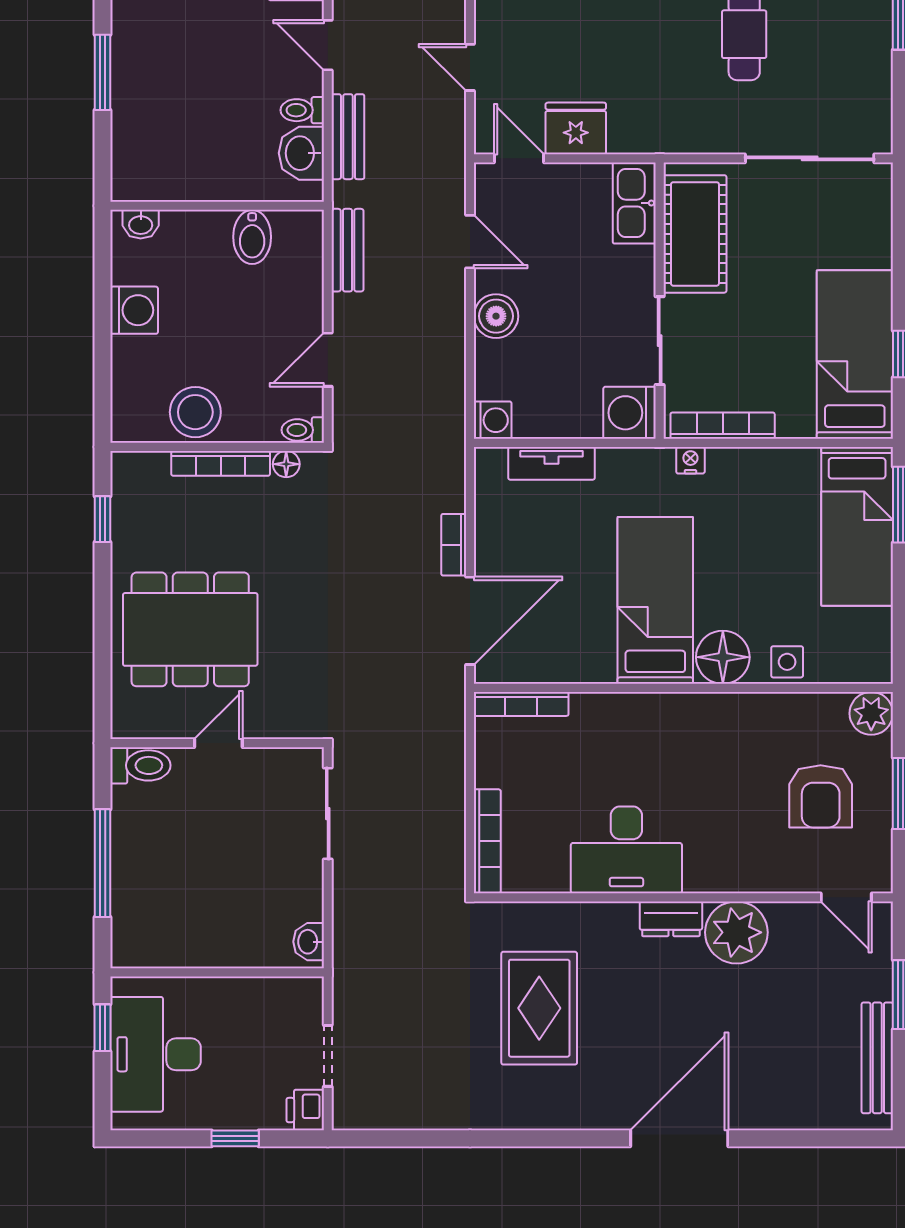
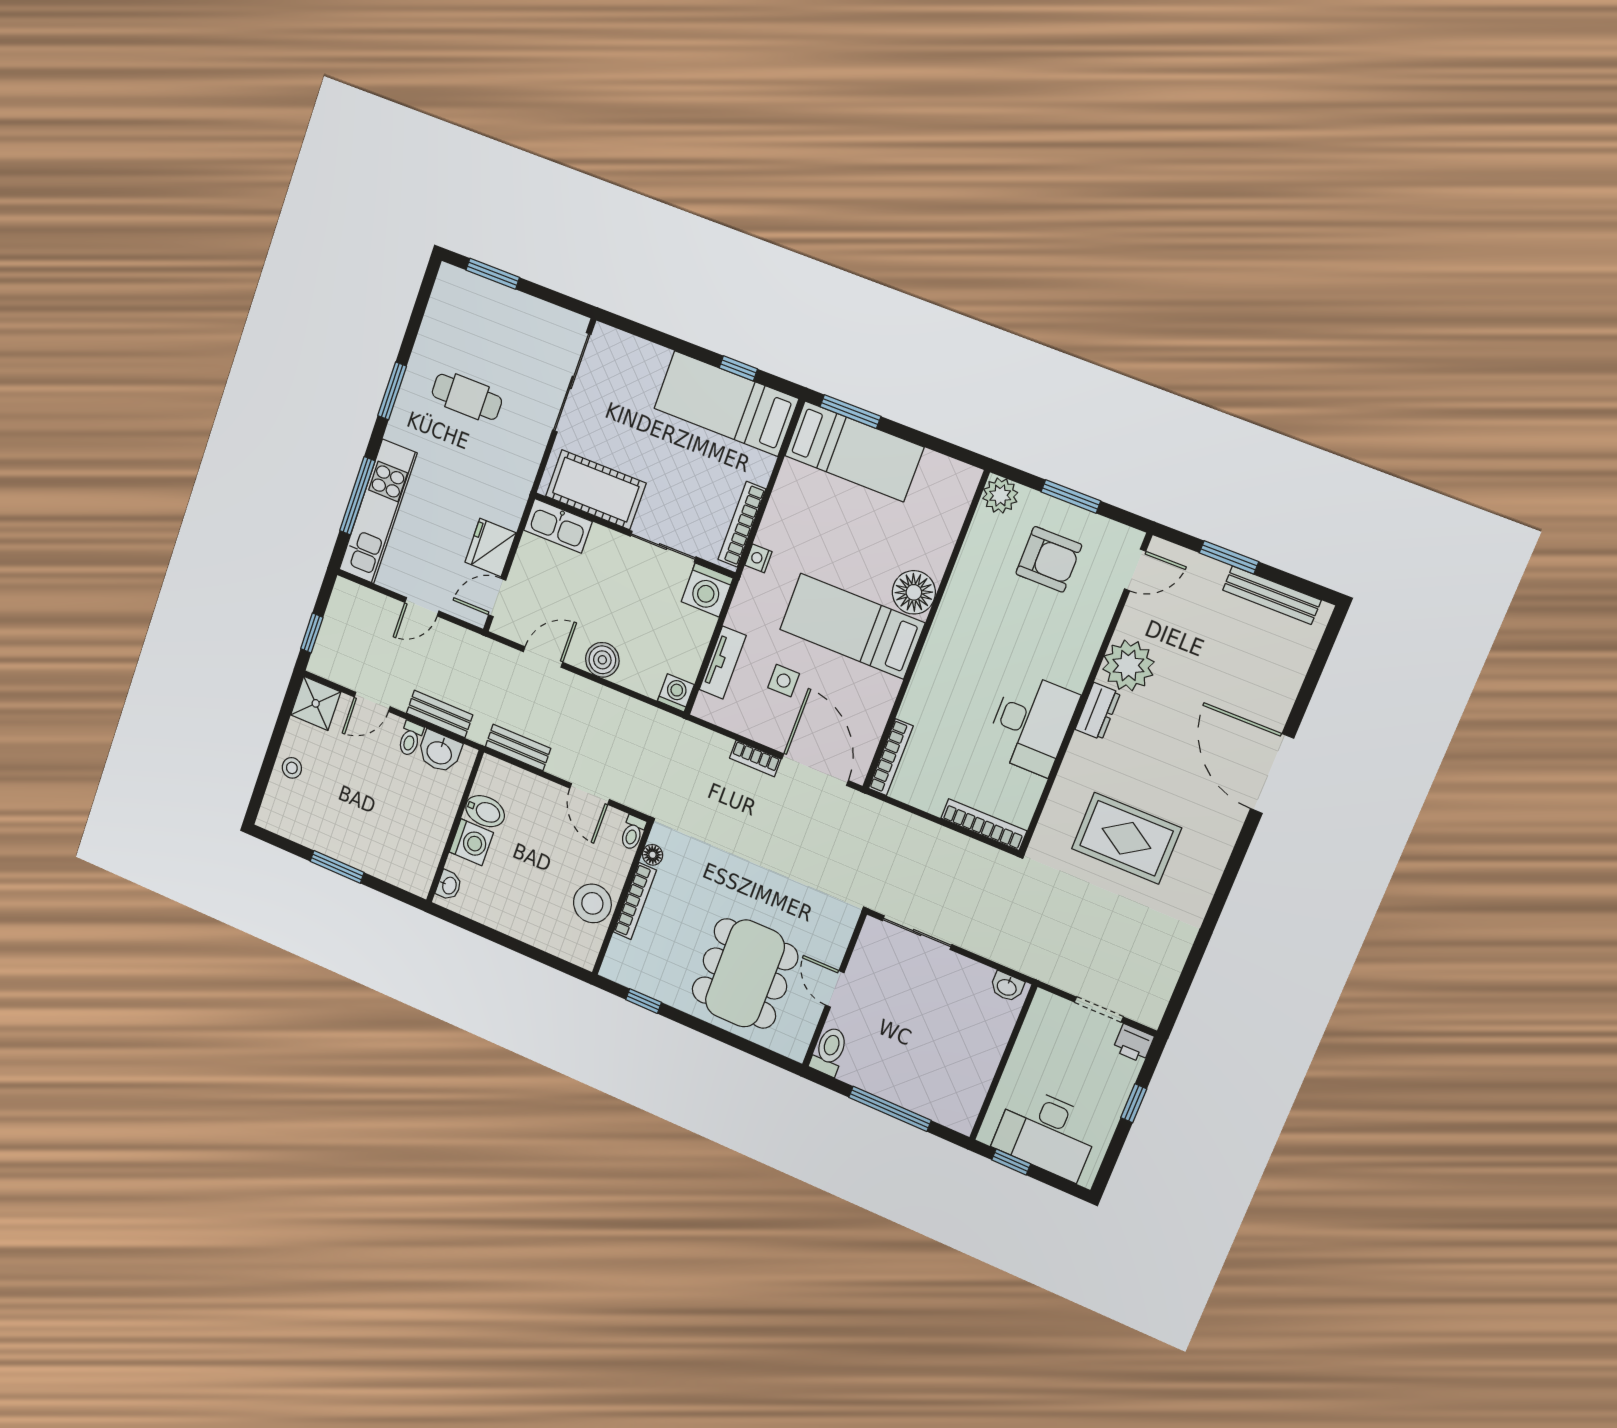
washing machine: (134, 310) -> (471, 842), moved, turned 90
side table: (787, 662) -> (784, 681), moved

